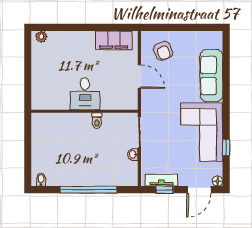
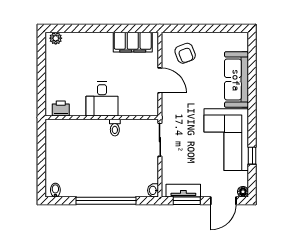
printer: (46, 103) -> (61, 108), added
washbasin: (133, 154) -> (153, 190), moved
window: (165, 190) -> (187, 201), width x1.50

